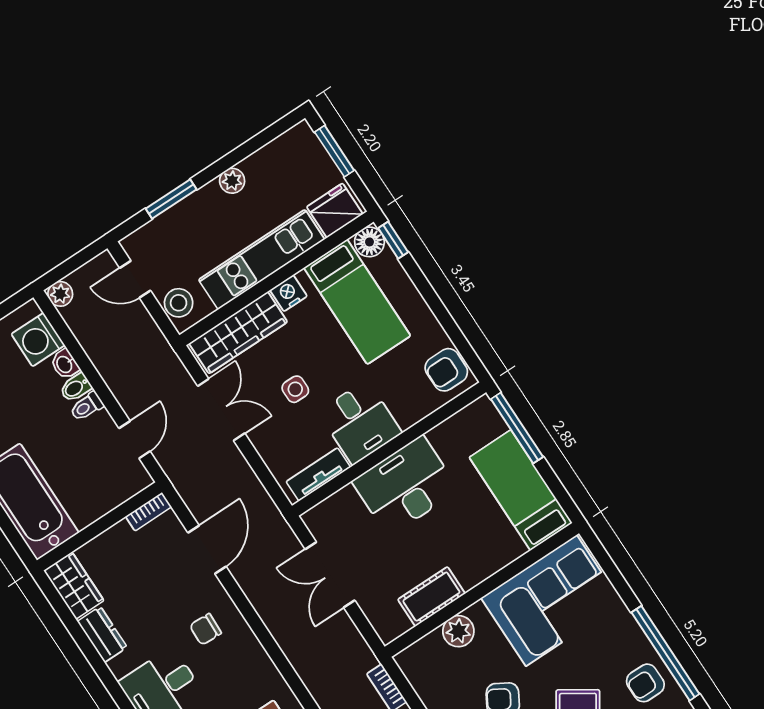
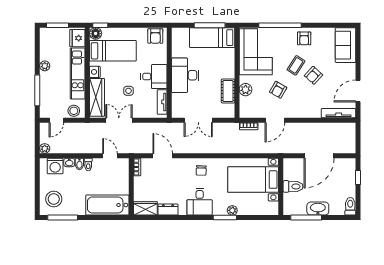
window: (171, 199) -> (37, 90), width x1.44
window: (517, 428) -> (210, 25), moved
chair: (206, 629) -> (201, 170), moved
window: (665, 653) -> (280, 25), moved

